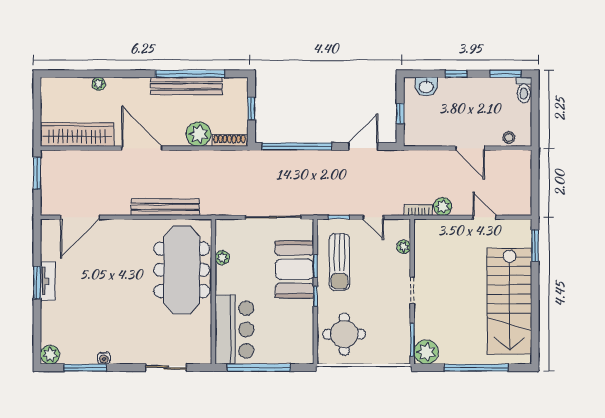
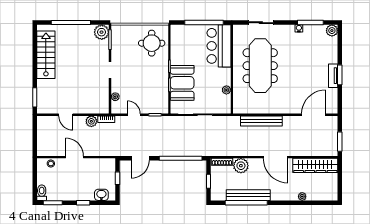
sun lounger: (339, 262) -> (155, 87), removed
meeting table: (182, 270) -> (260, 66), moved
stairs: (509, 301) -> (46, 55), width x0.73, depth x0.66

